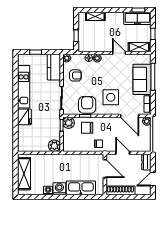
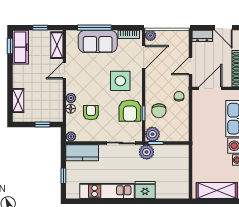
armchair: (75, 75) -> (91, 113), moved
armchair: (87, 105) -> (130, 111), turned -90
plant: (54, 146) -> (147, 152), moved

